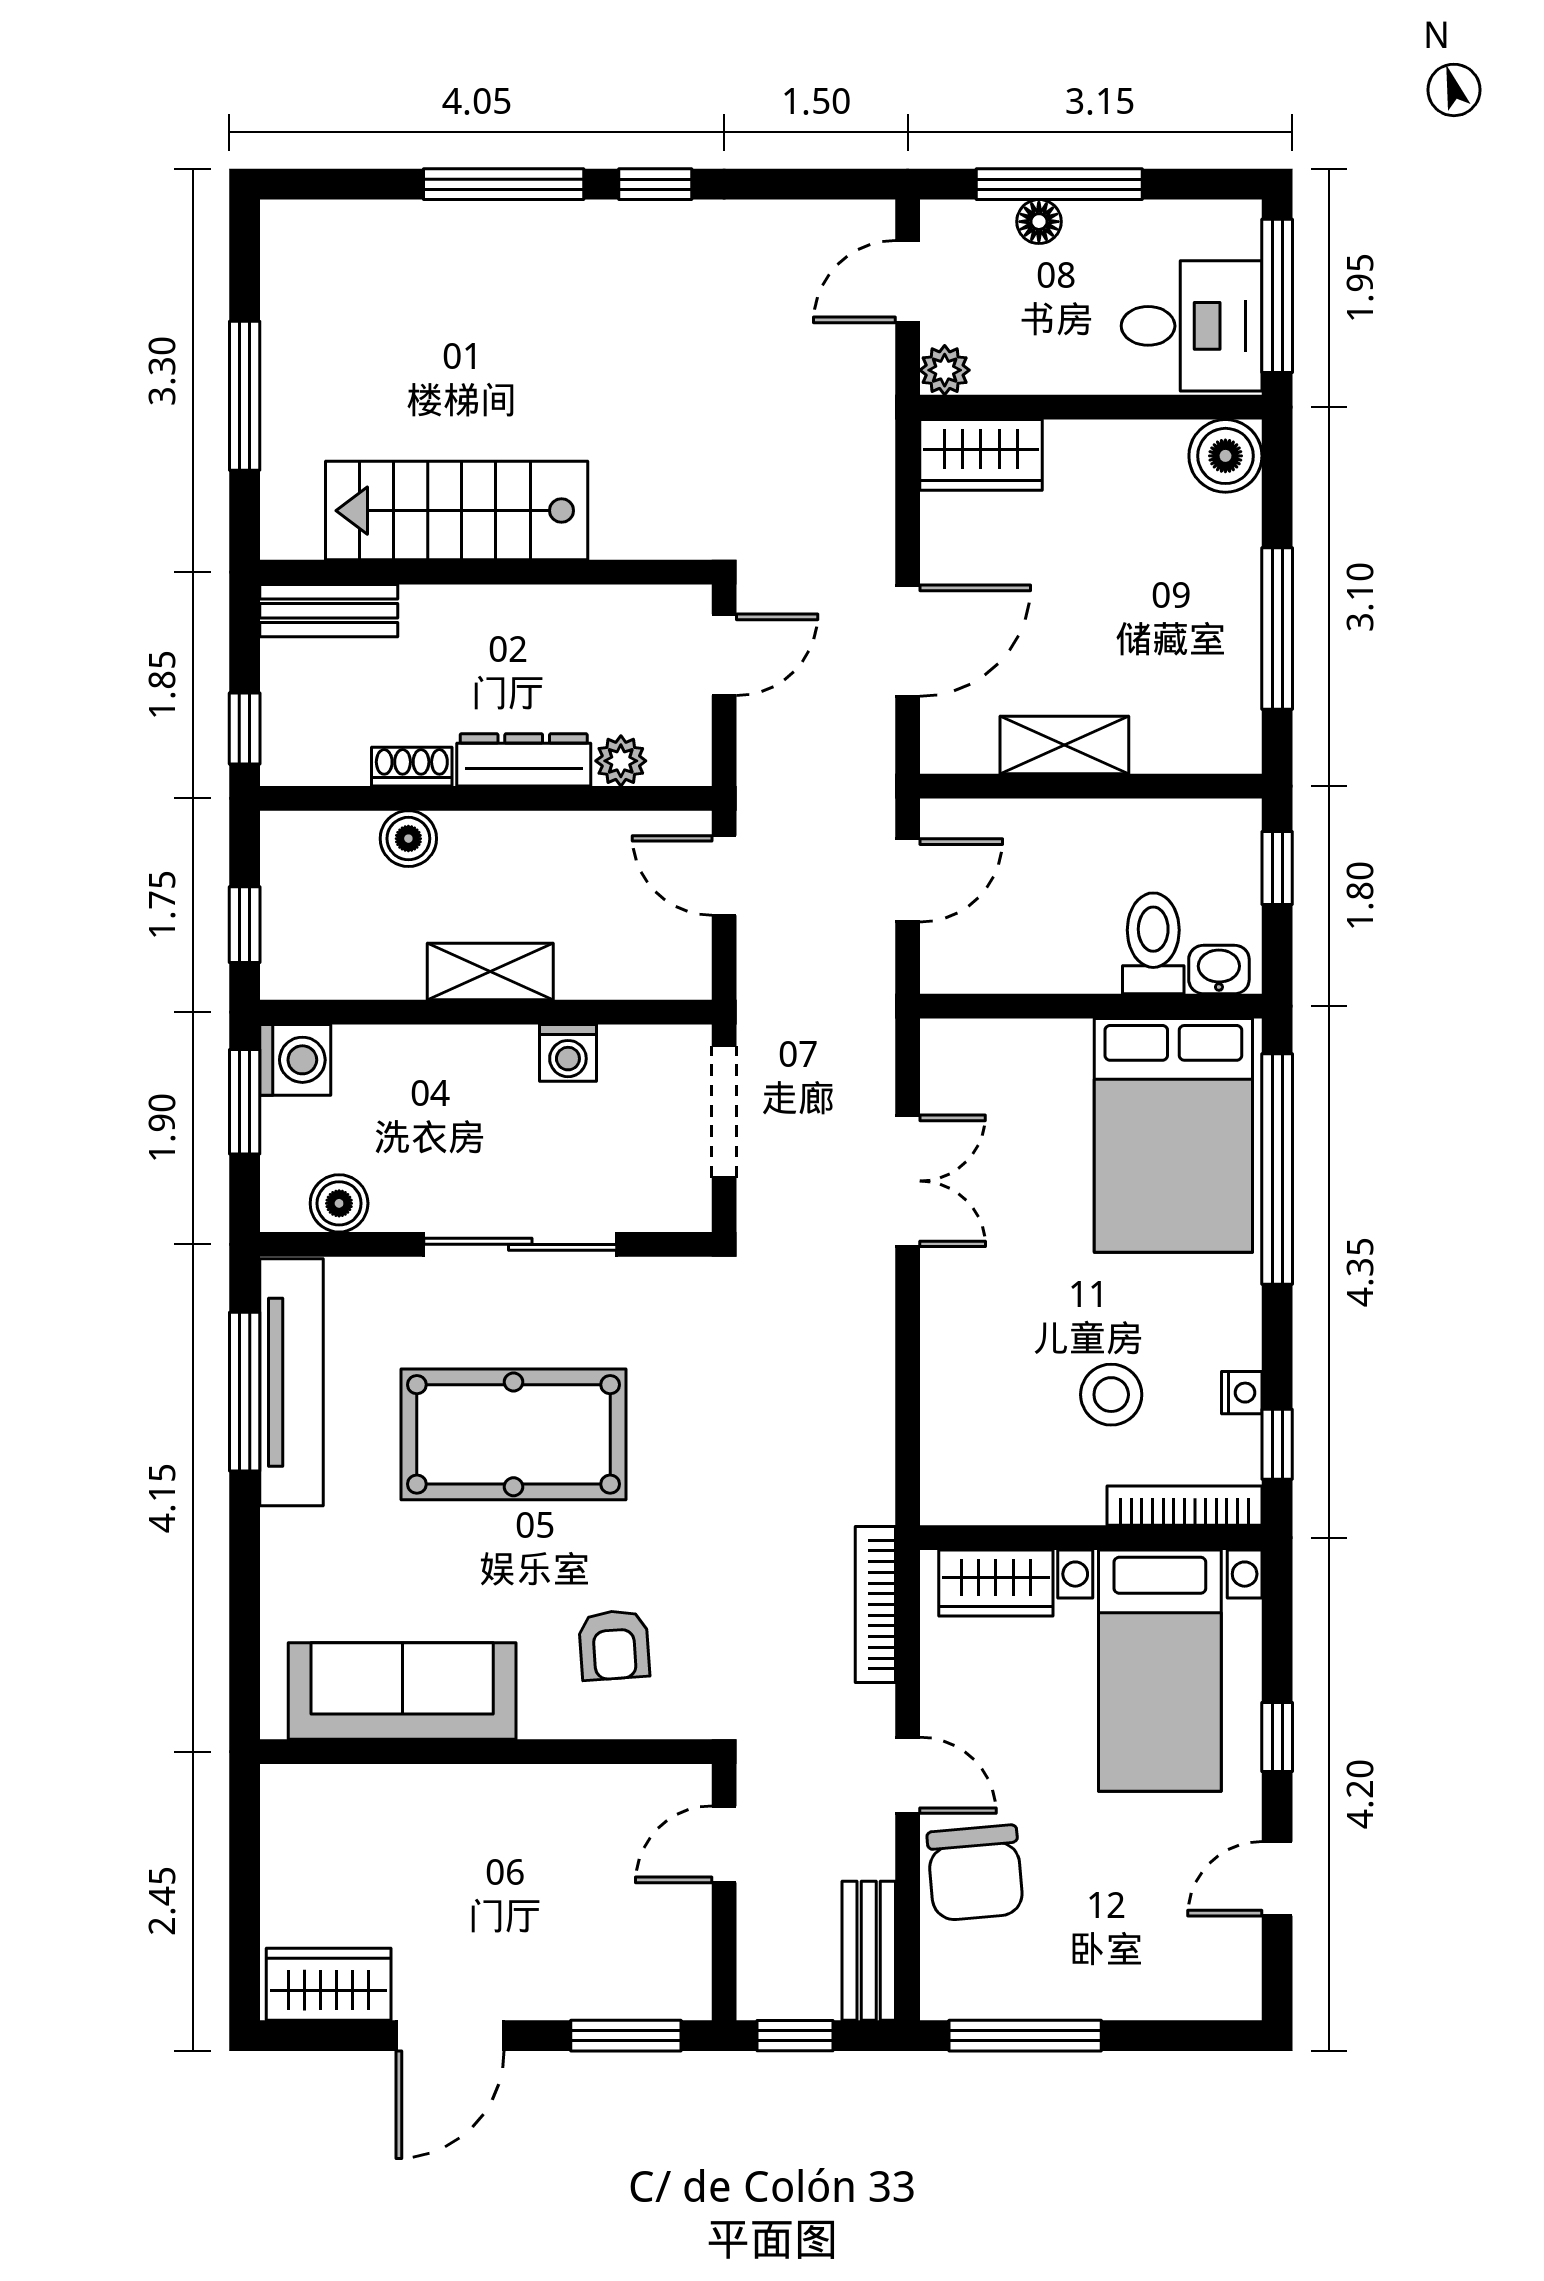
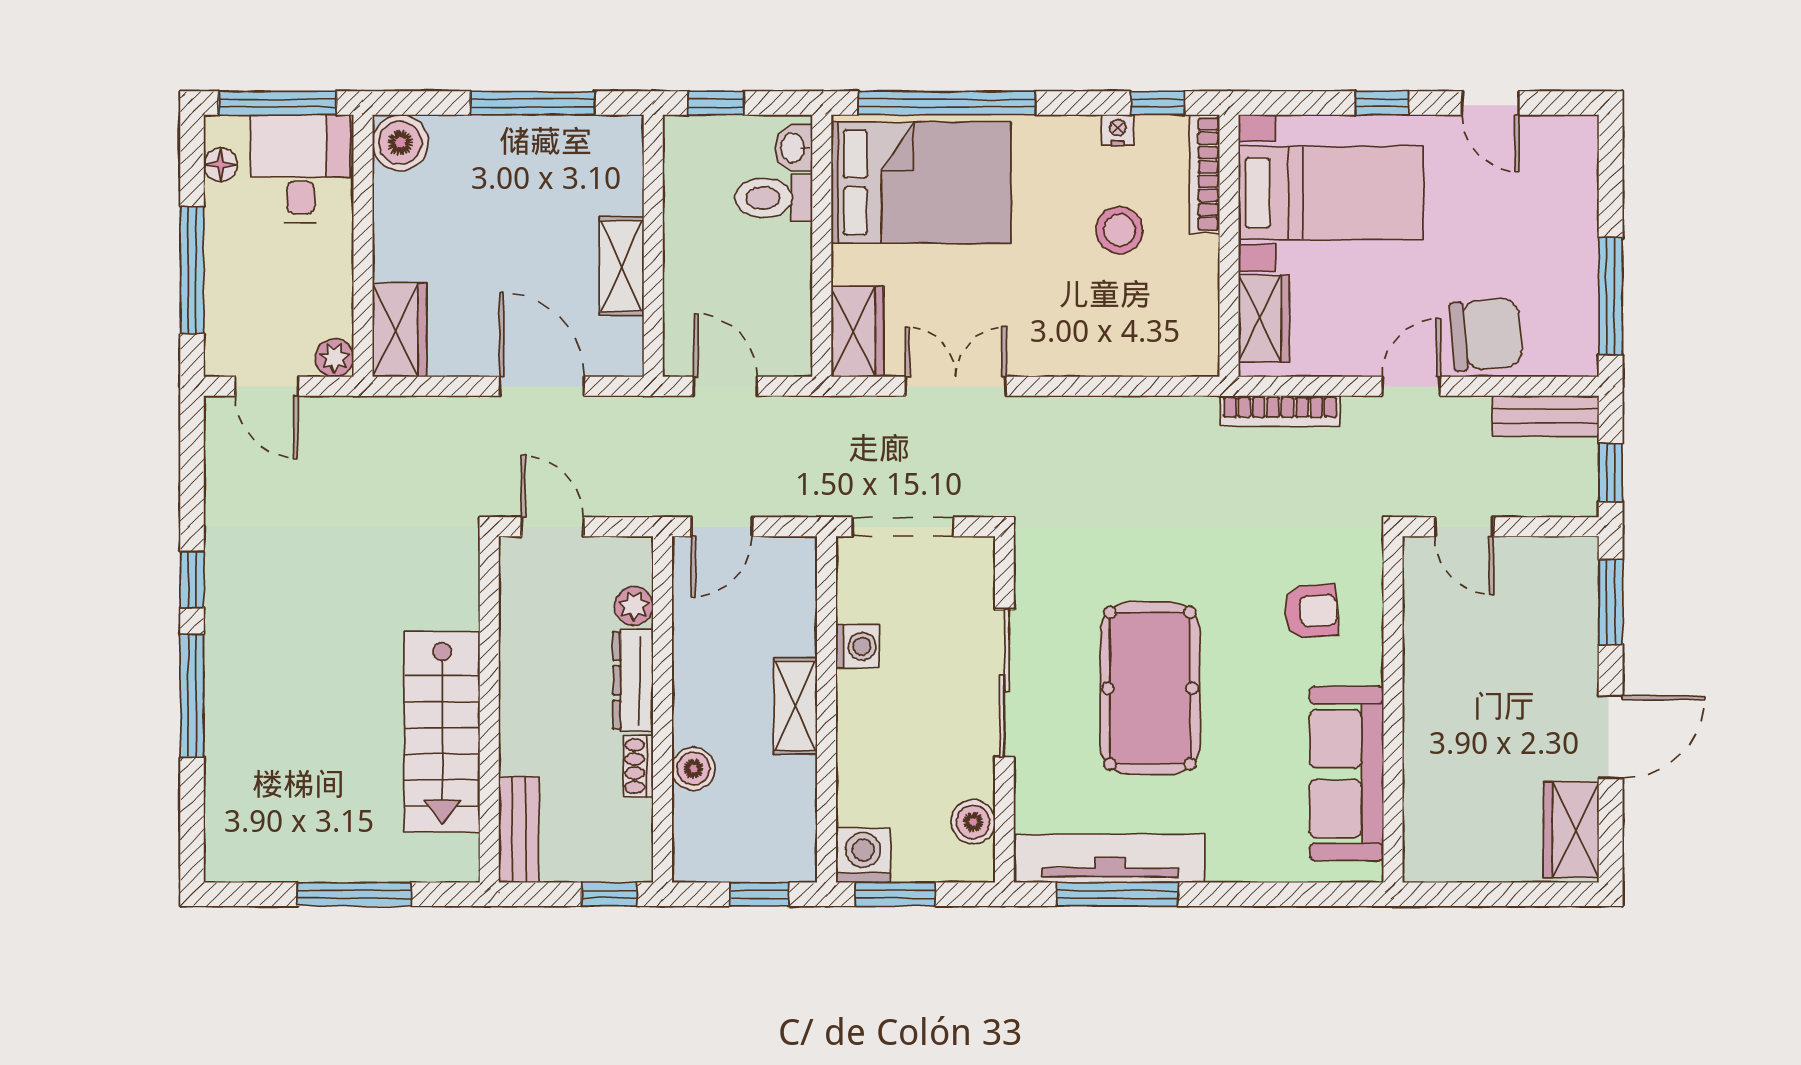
floor lamp: (1039, 222) -> (221, 165), moved
wardrobe: (979, 1053) -> (857, 332), added
door: (450, 2036) -> (1611, 737), hinge flipped

